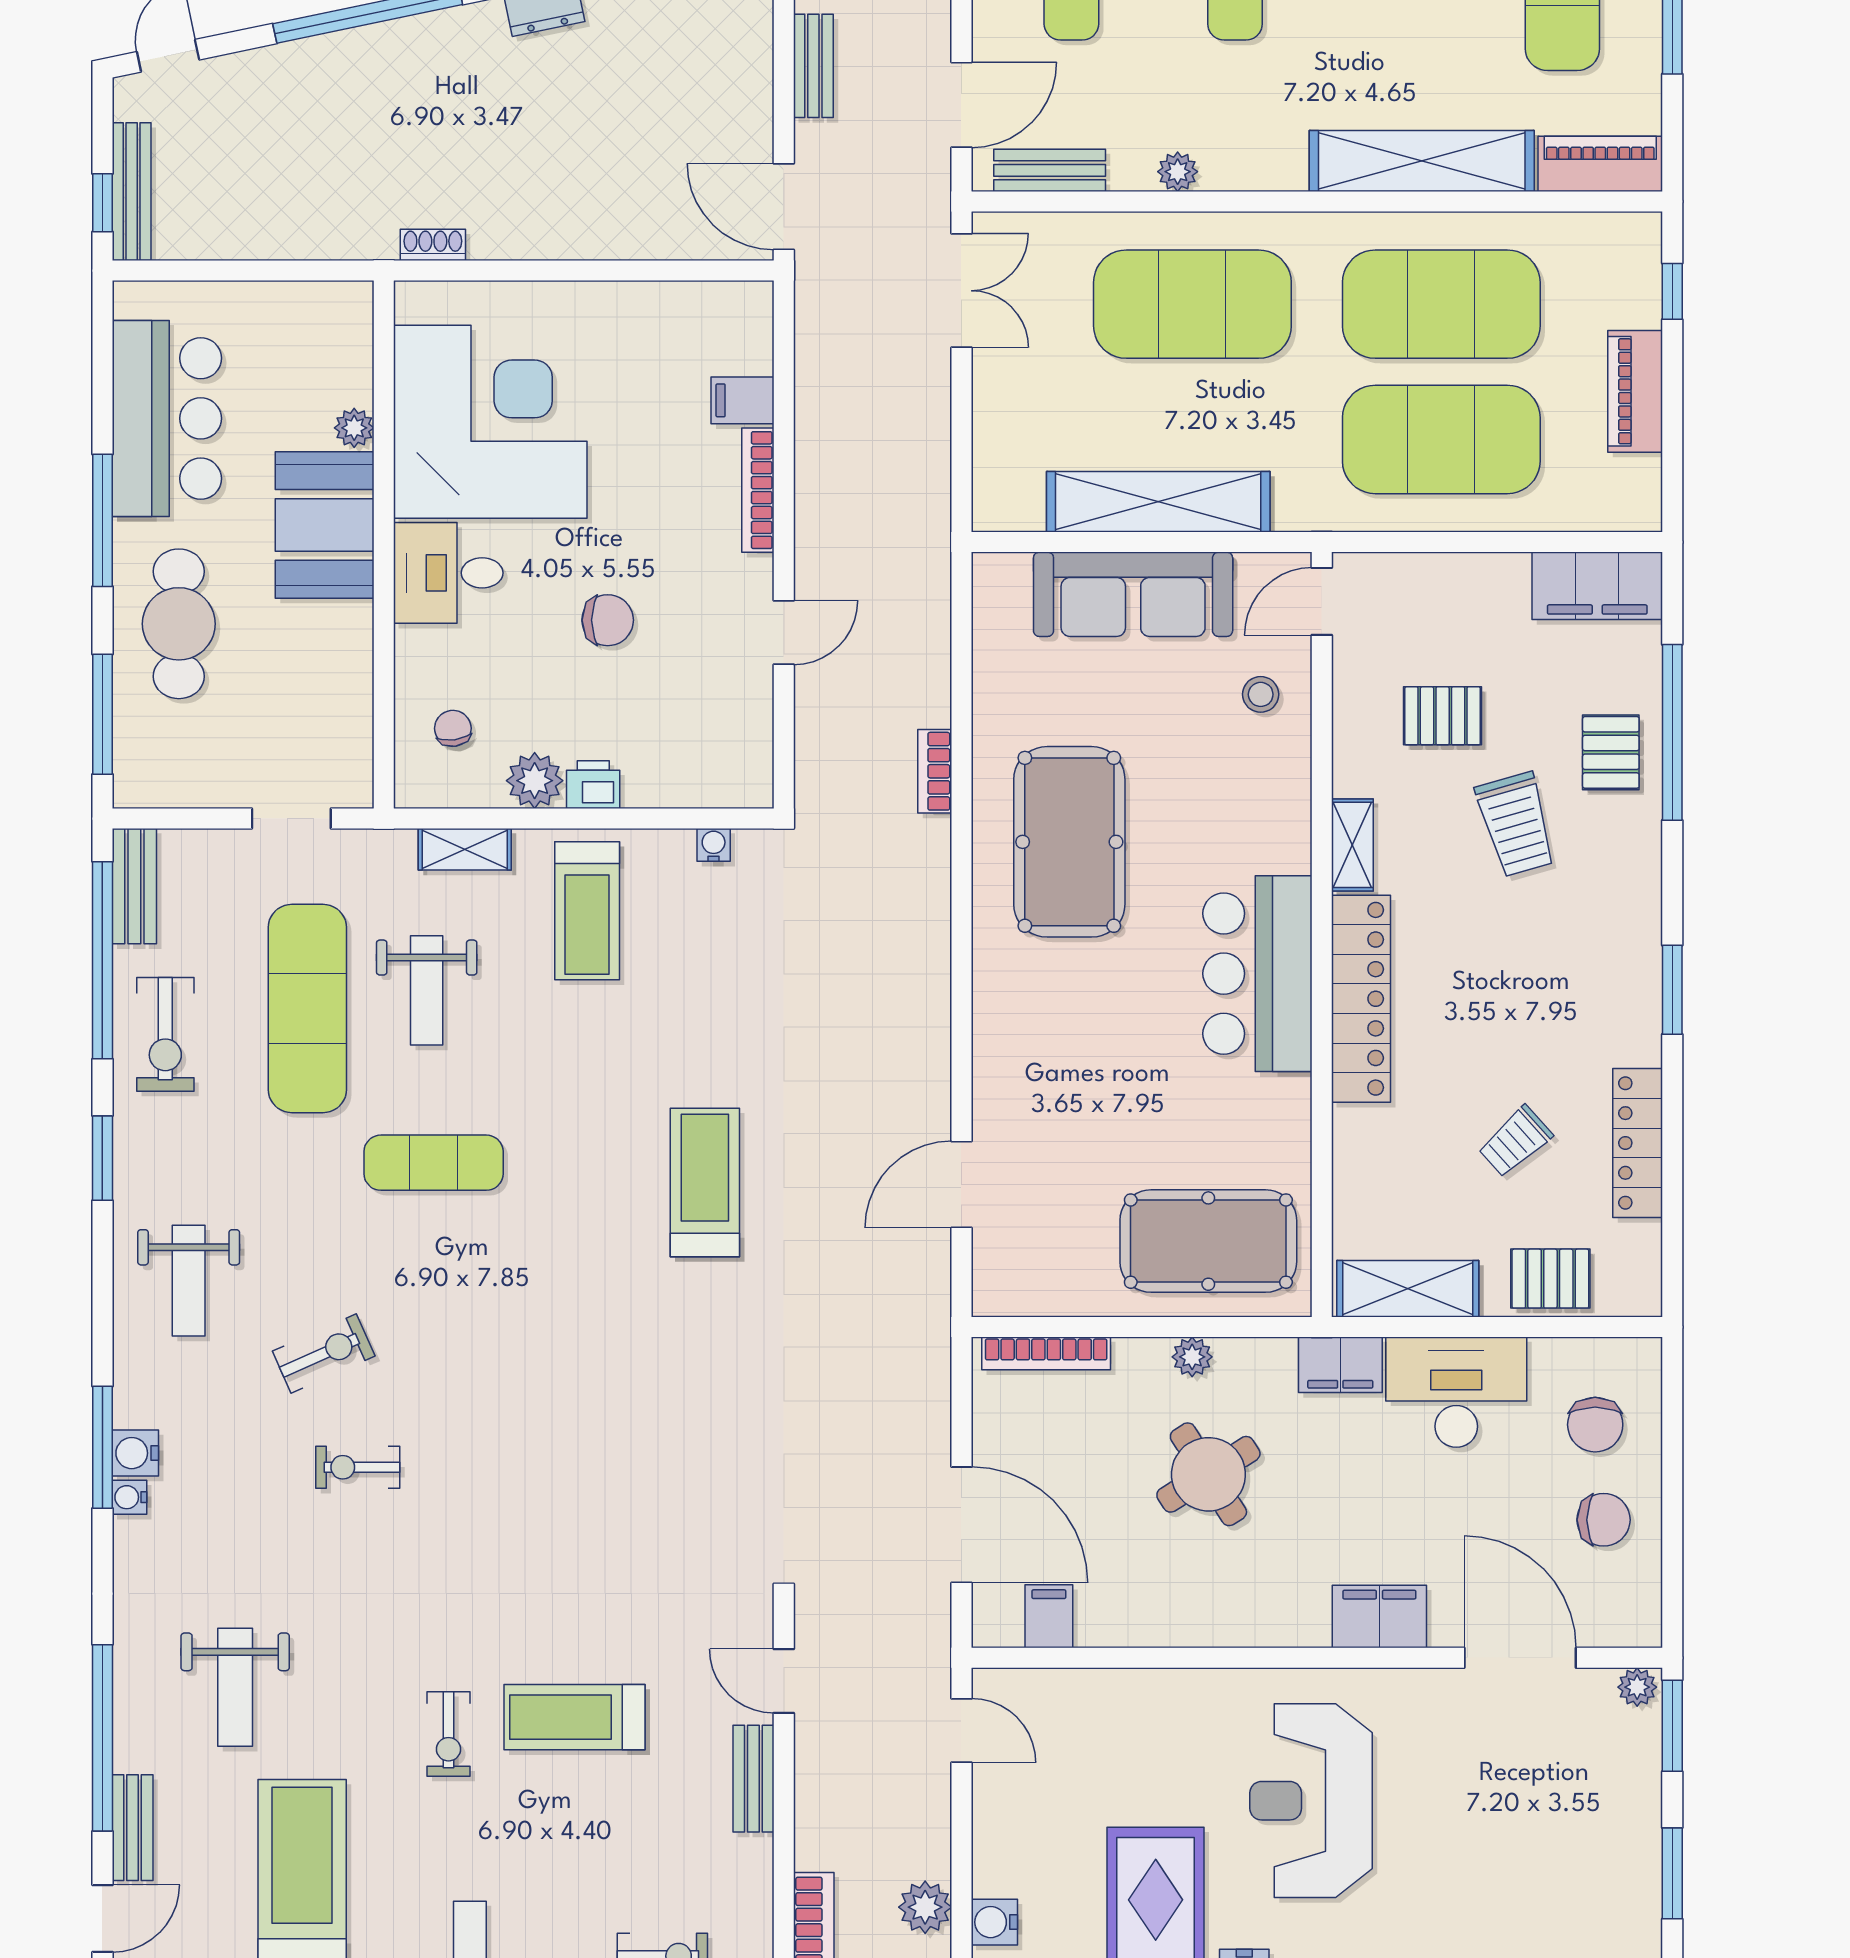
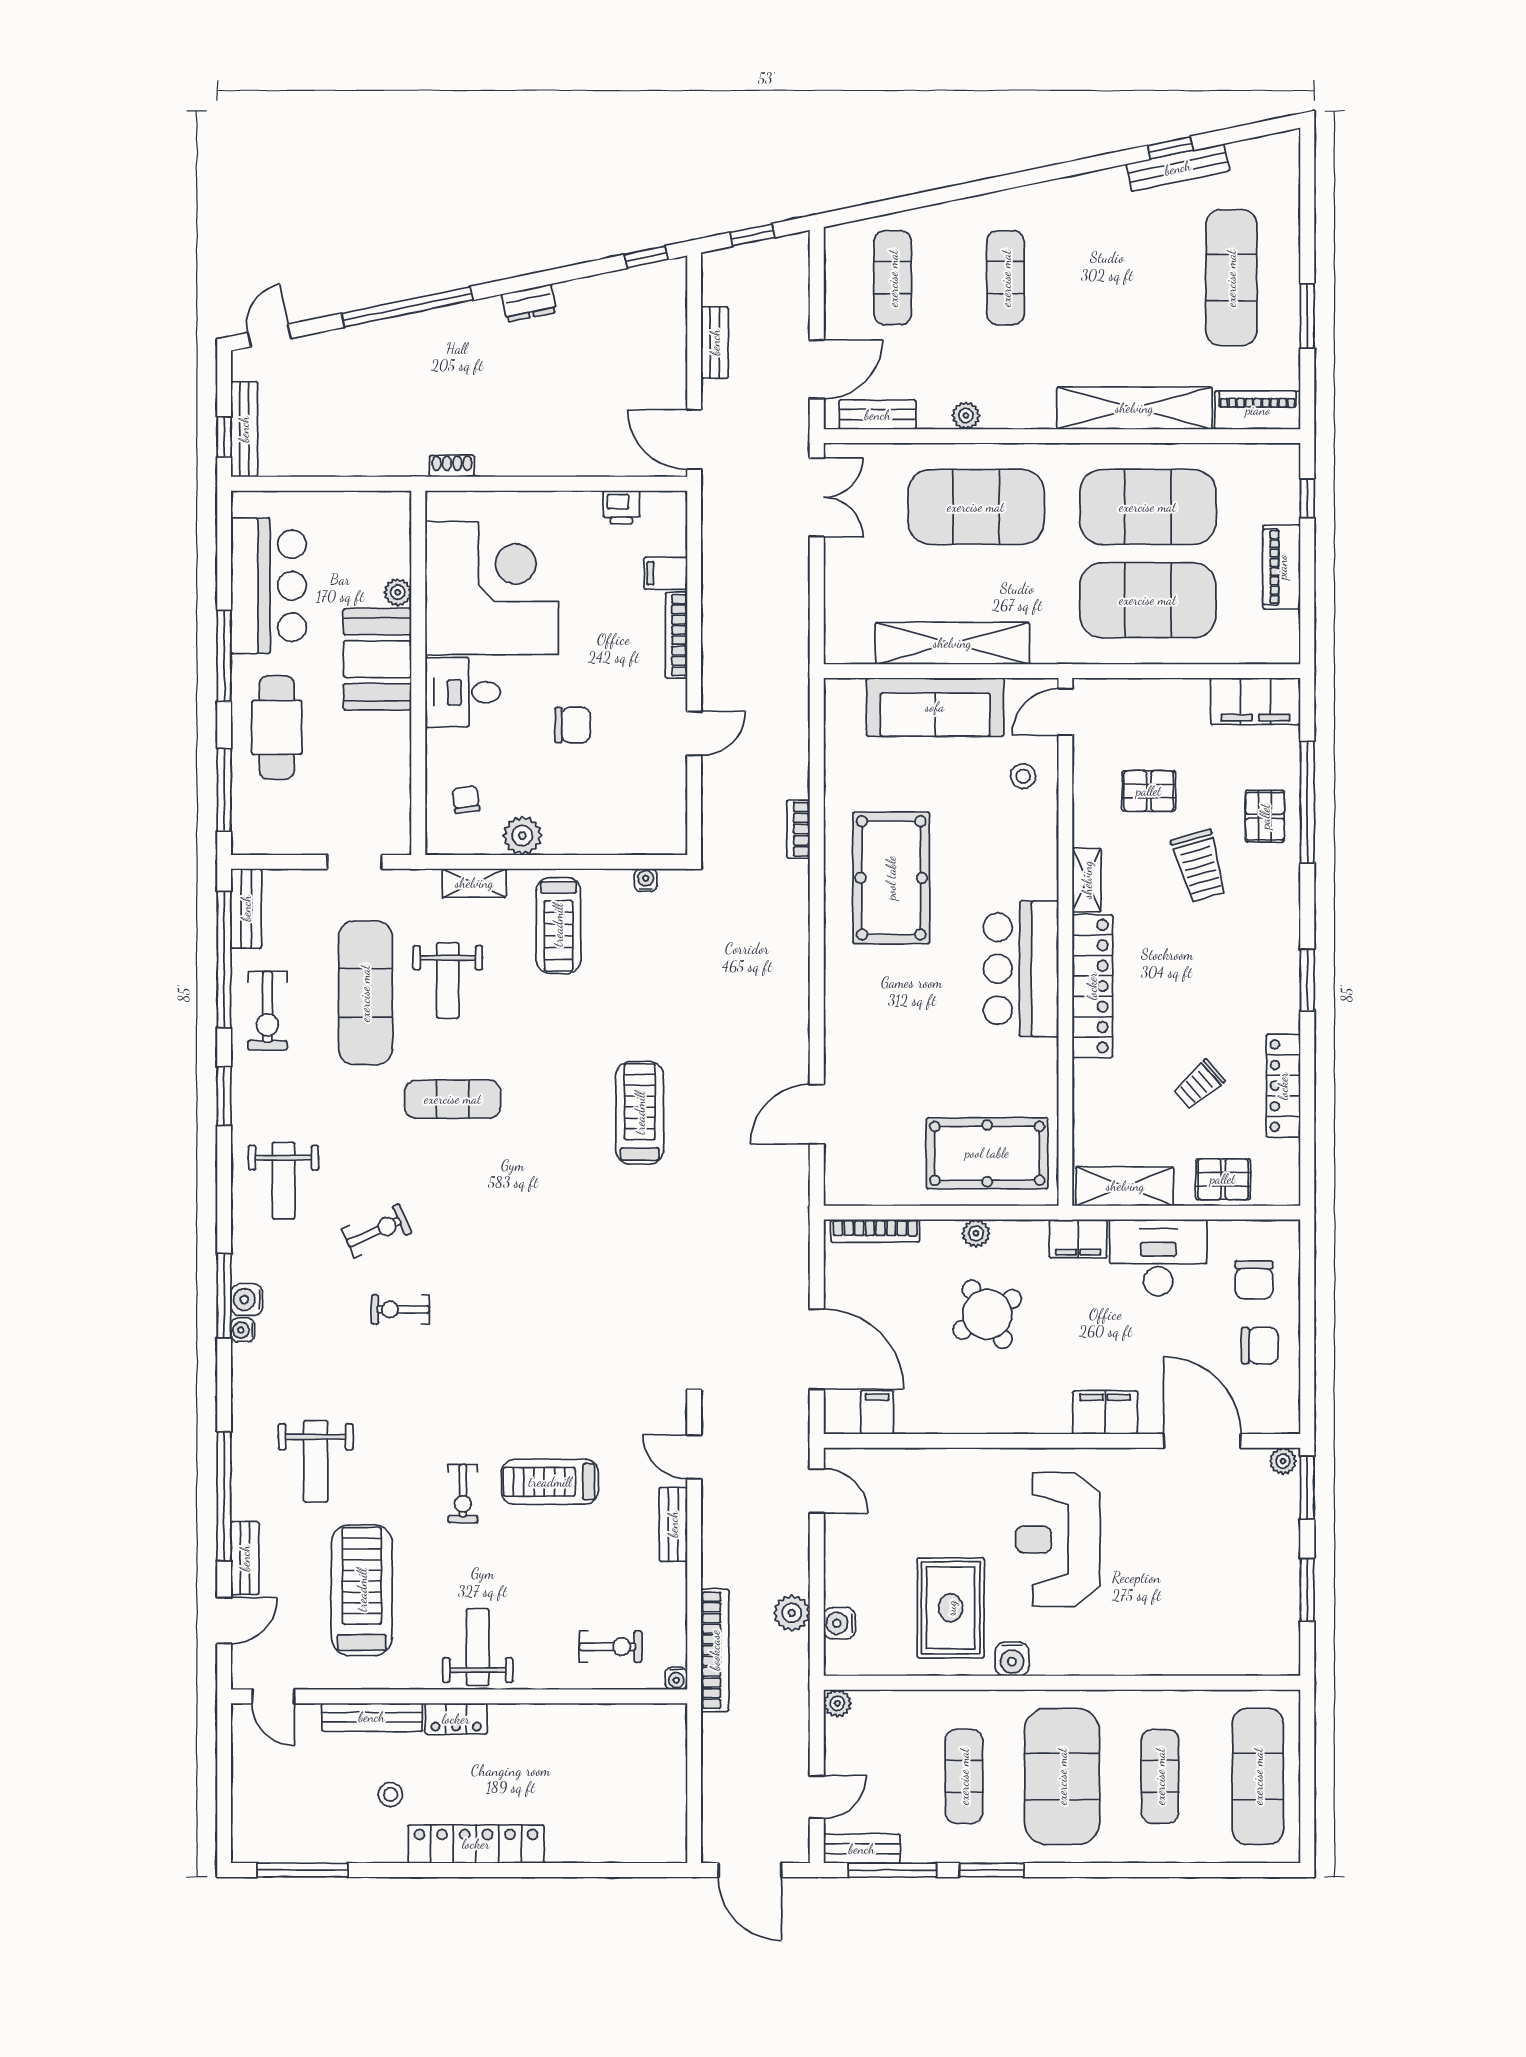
printer: (593, 785) -> (621, 507), moved, turned 180

